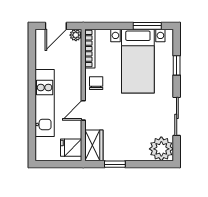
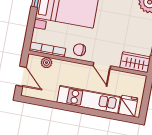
plant: (76, 35) -> (46, 63), moved
fridge: (71, 148) -> (128, 106), moved, turned 180

